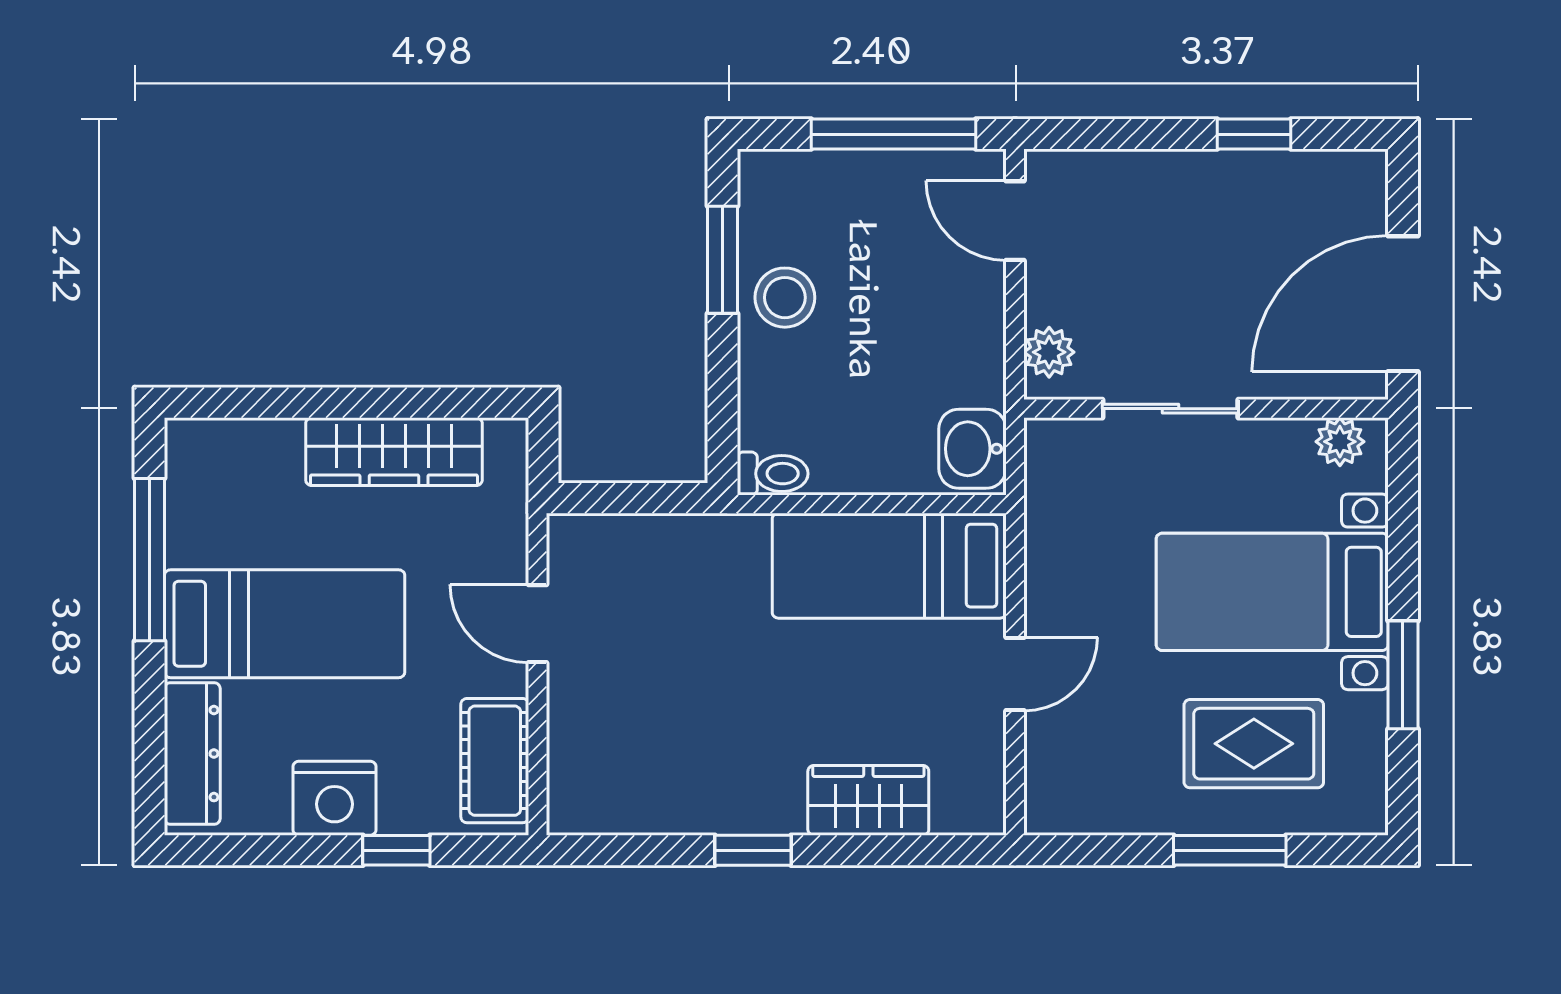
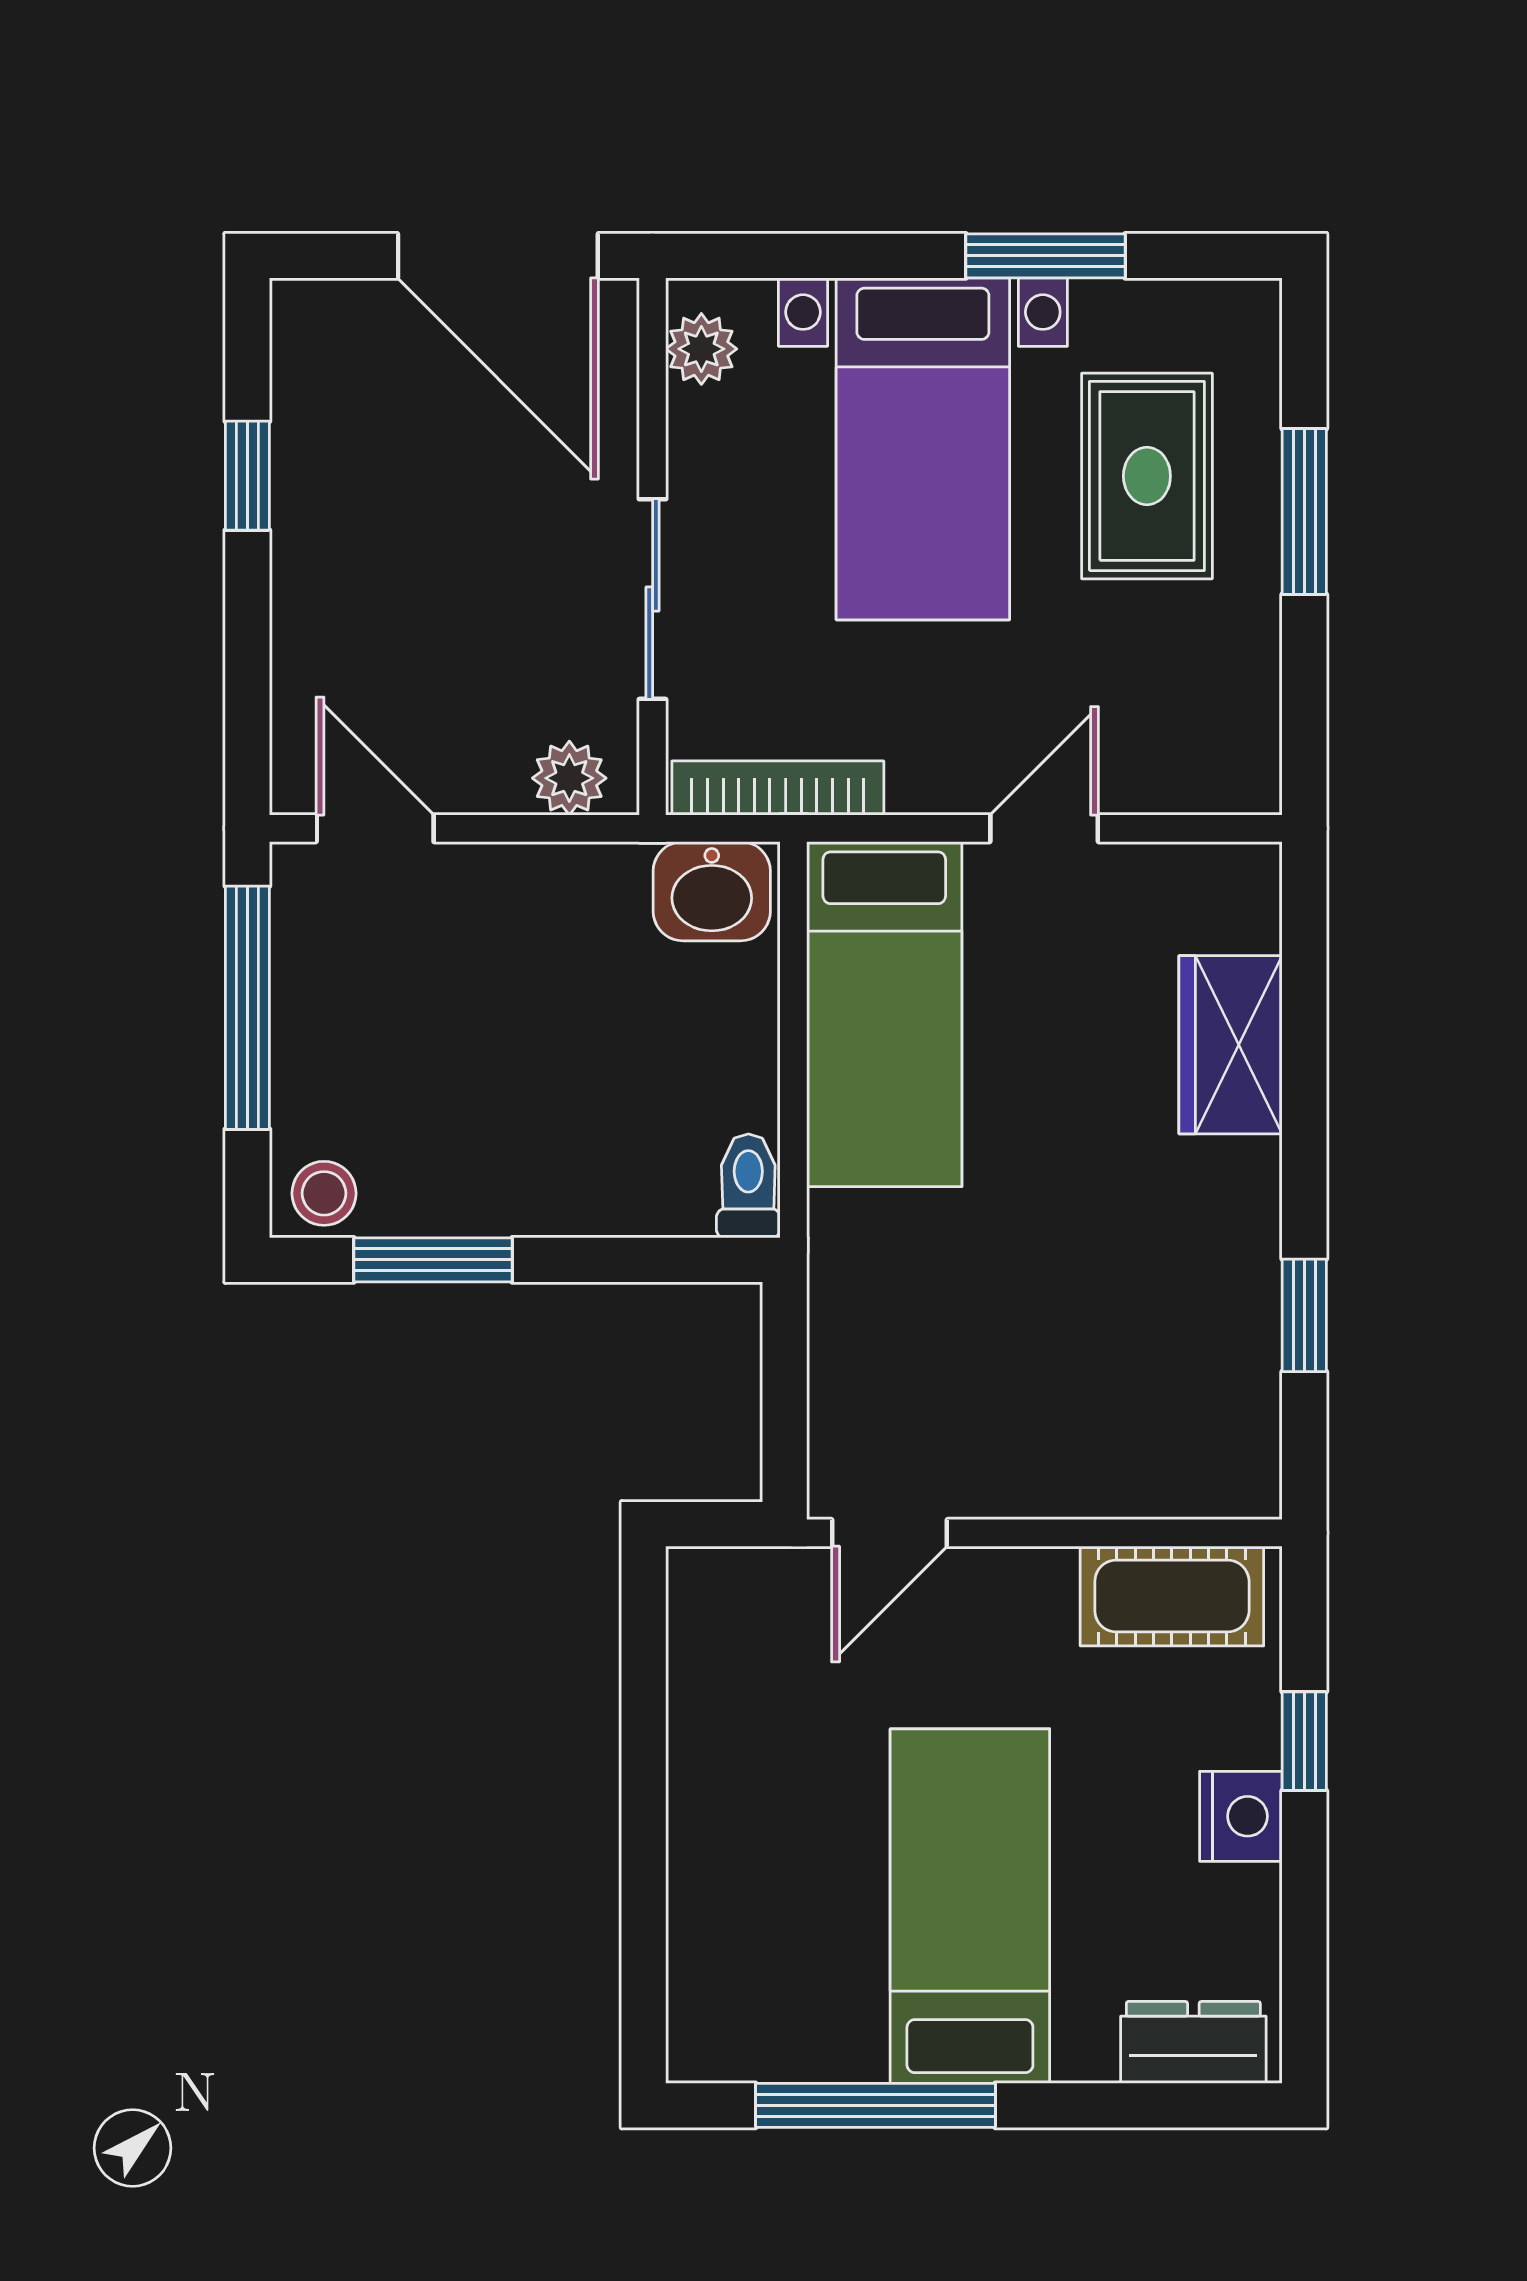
door: (1015, 221) -> (375, 828), swing flipped
stool: (785, 298) -> (324, 1193), moved, width x0.73, depth x0.73
wardrobe: (394, 452) -> (716, 1745), removed
bookcase: (1042, 494) -> (778, 788), added
door: (538, 624) -> (890, 1533), moved
door: (1015, 674) -> (1044, 828), hinge flipped
dresser: (192, 754) -> (1193, 2042), width x0.70
nightstand: (334, 798) -> (1241, 1816), width x0.74, depth x0.75
window: (753, 850) -> (1304, 1315), moved

